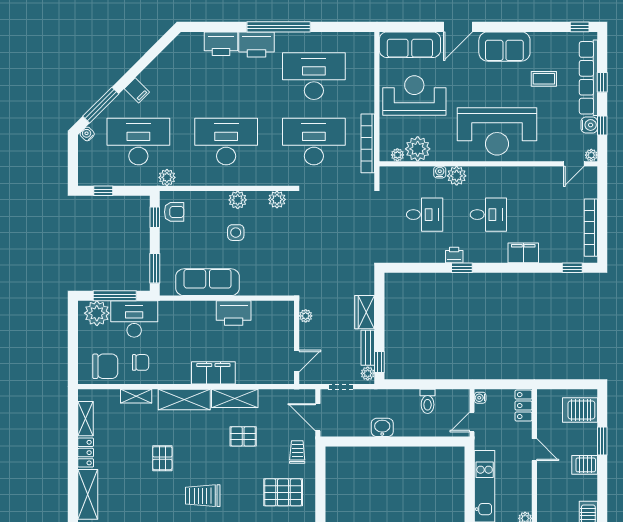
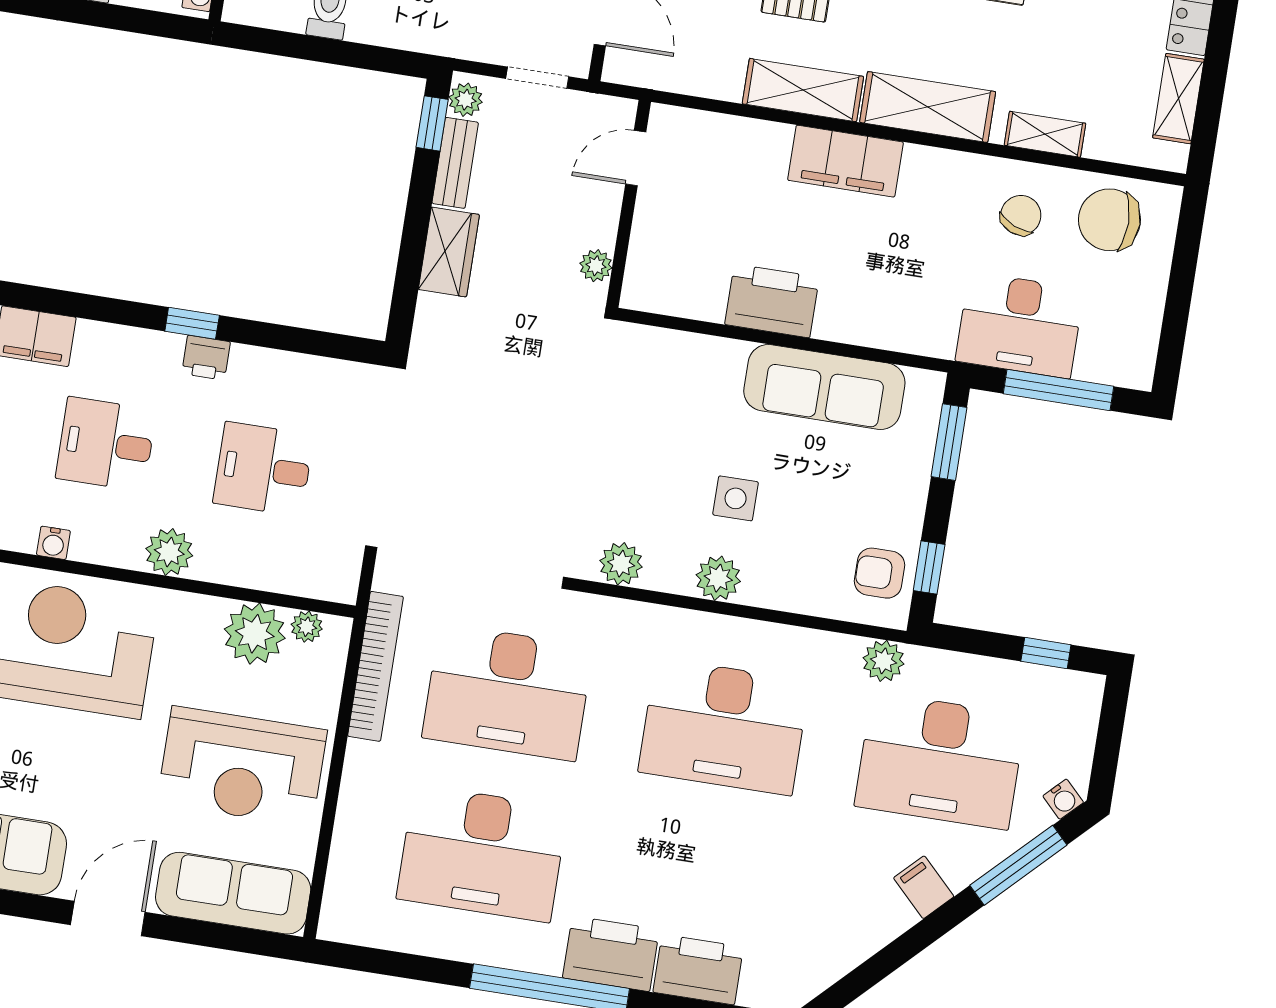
water cooler: (440, 172) -> (53, 543), moved
plant: (97, 313) -> (1109, 354), removed
chair: (141, 362) -> (1021, 215), turned 113

